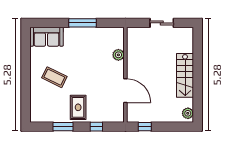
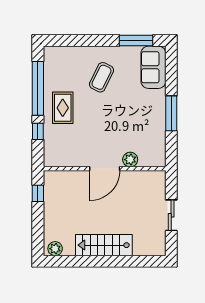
window: (26, 50) -> (136, 41), added
door: (125, 91) -> (105, 169), moved
rug: (78, 107) -> (63, 108), turned 90
window: (63, 127) -> (38, 88), width x2.11

